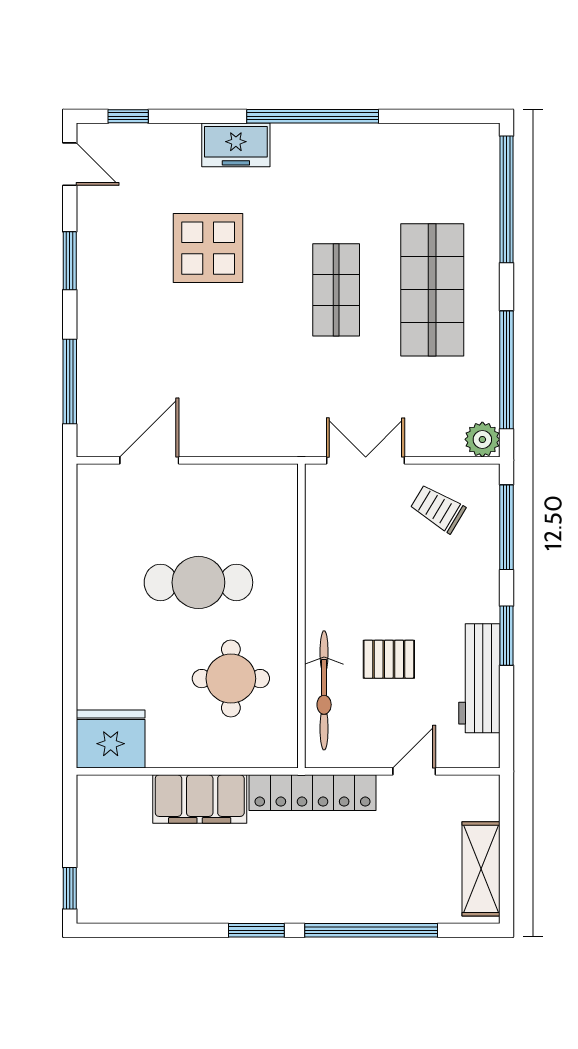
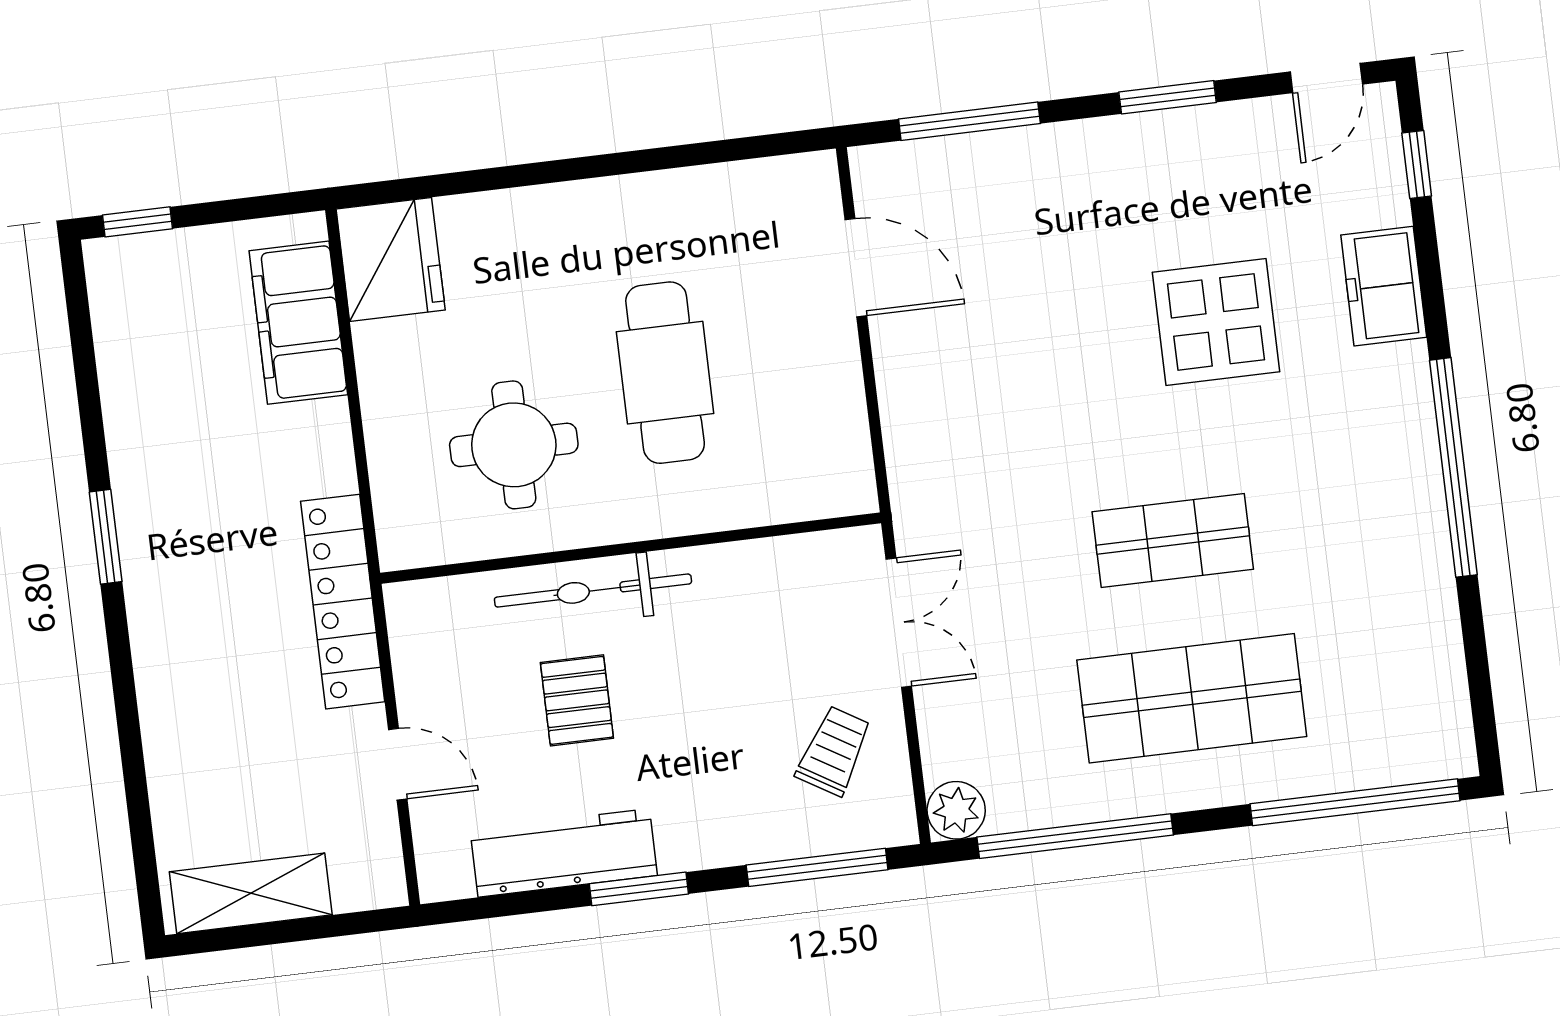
freezer: (236, 145) -> (1384, 286), moved
bicycle: (324, 690) -> (593, 591), moved
filing cabinet: (200, 799) -> (298, 323), moved
window: (371, 930) -> (128, 725), removed

